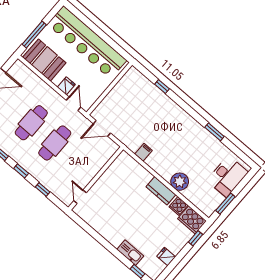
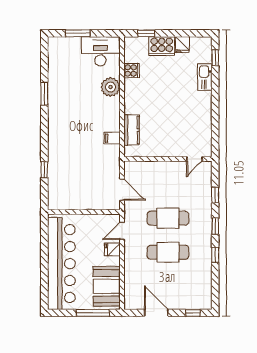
desk: (227, 176) -> (100, 51), moved
kitchen counter: (161, 191) -> (132, 130), moved
window: (225, 204) -> (78, 33), moved
cooker: (192, 220) -> (162, 46), moved, turned 90

